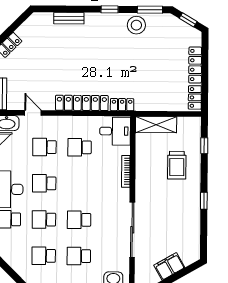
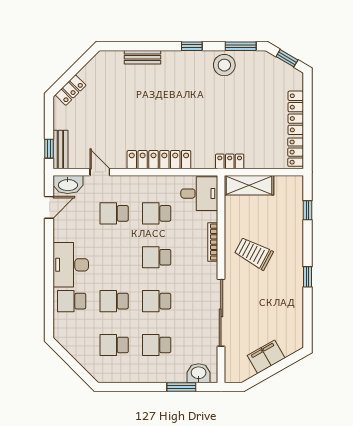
locker: (122, 105) -> (230, 161), moved
trolley: (177, 165) -> (254, 253), moved, turned 118
school desk: (44, 183) -> (157, 257), moved

